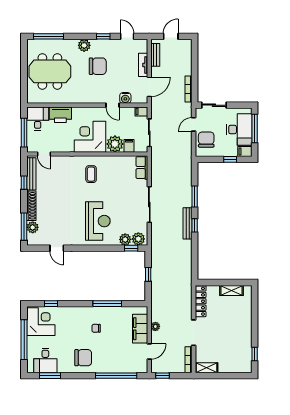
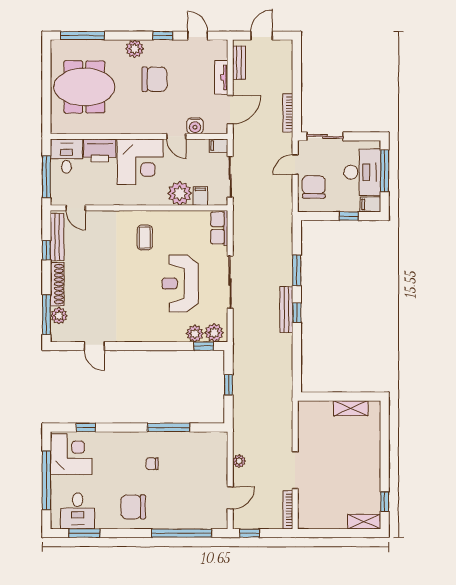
corner desk: (90, 137) -> (140, 162), moved, turned 180
reception desk: (98, 221) -> (180, 284), moved, turned 180
locker: (201, 301) -> (305, 424), removed
filing cabinet: (140, 329) -> (217, 464), removed
chair: (83, 358) -> (133, 507), turned 180
shelving: (206, 368) -> (364, 522), moved

